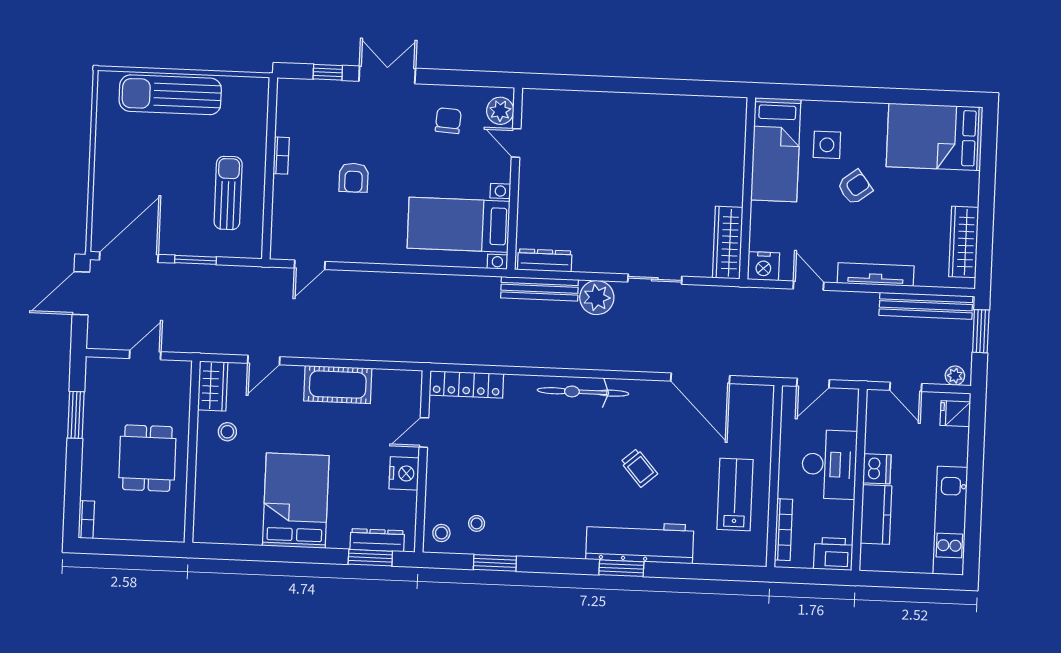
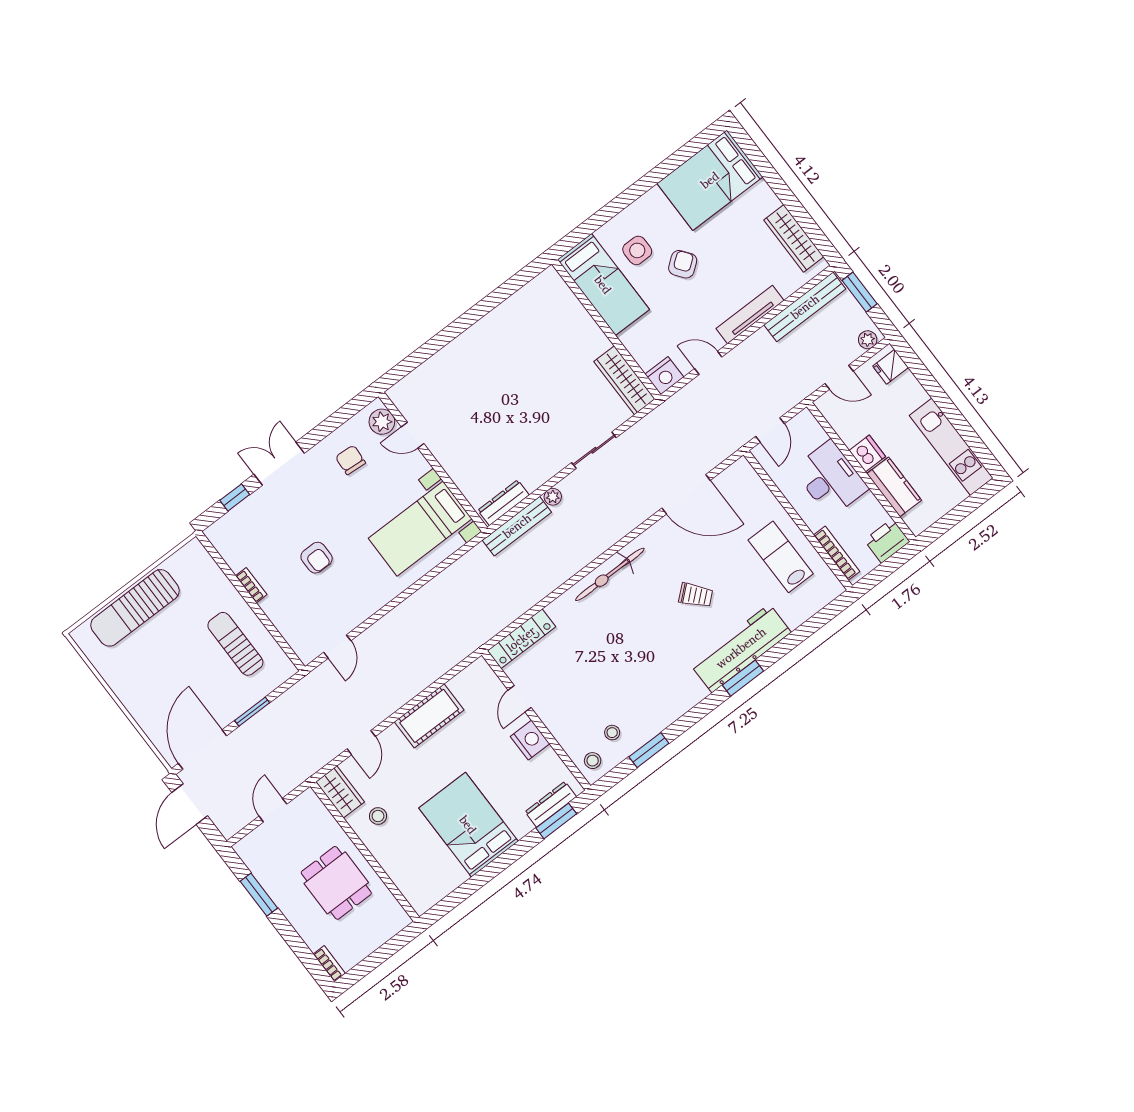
plant: (597, 298) -> (553, 497), width x0.53, depth x0.53

